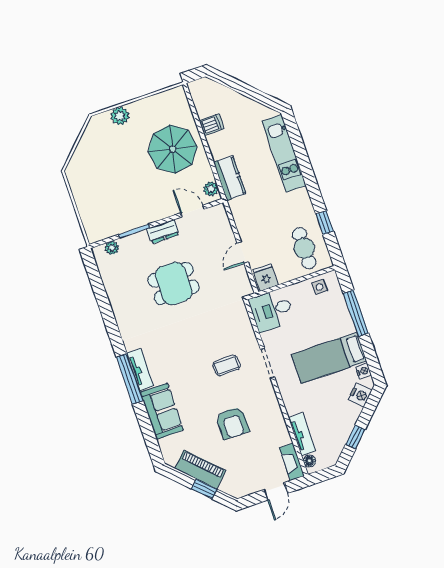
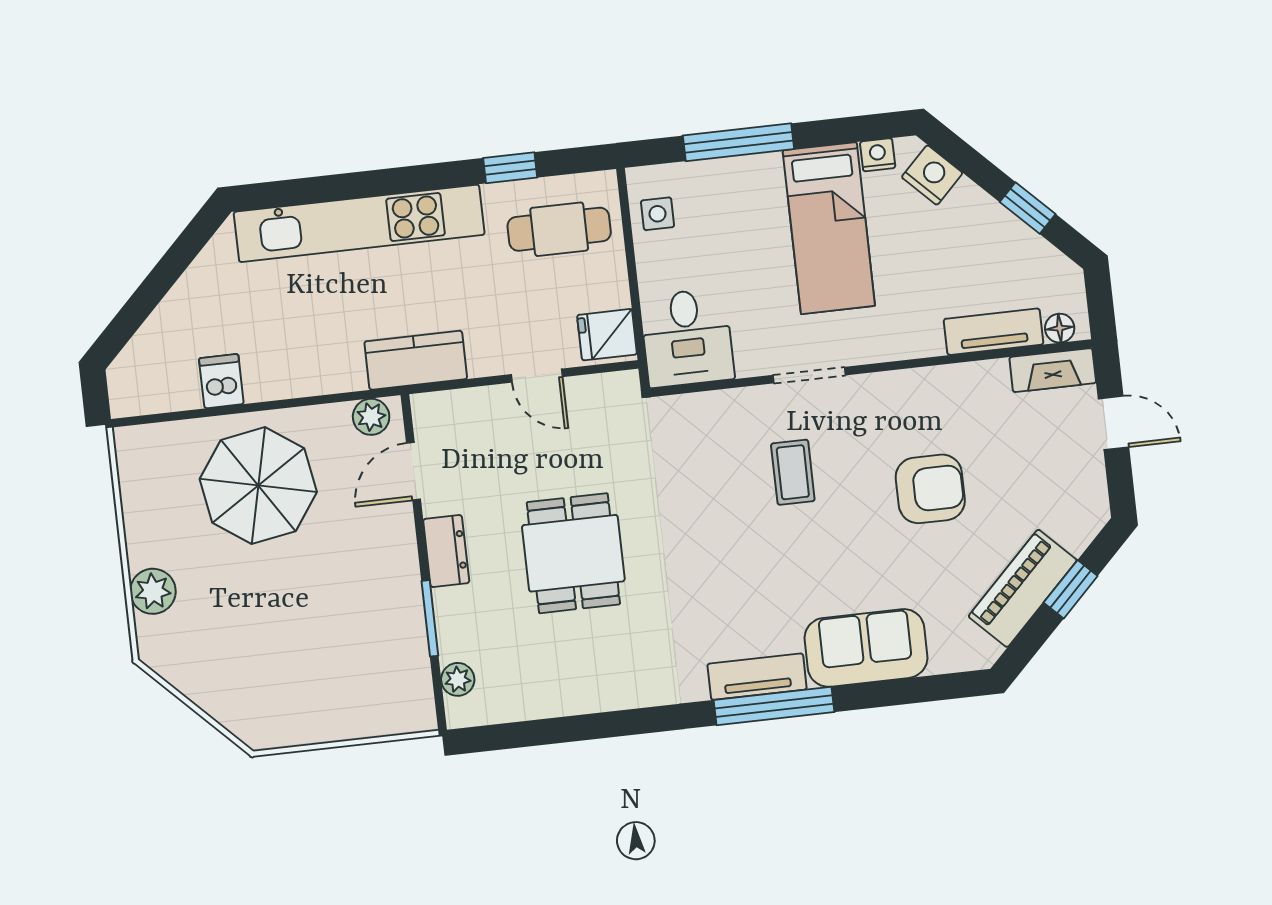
kitchen unit: (284, 153) -> (359, 223), width x1.36
kitchen counter: (230, 178) -> (416, 360), moved

